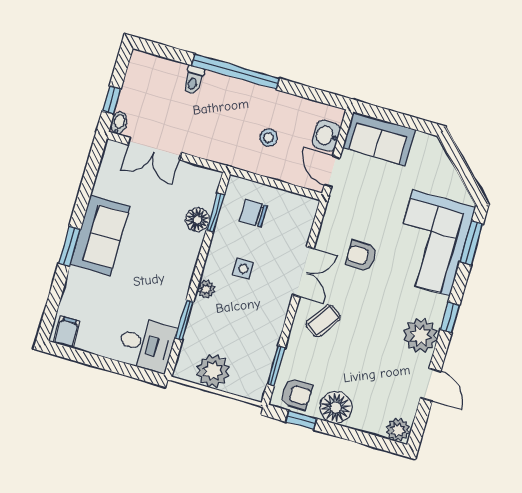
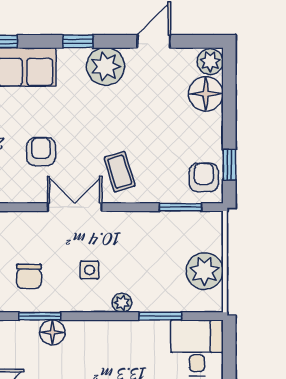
armchair: (361, 256) -> (41, 152), turned 180
coffee table: (323, 321) -> (120, 172), turned 38
floor lamp: (336, 408) -> (206, 94), moved

